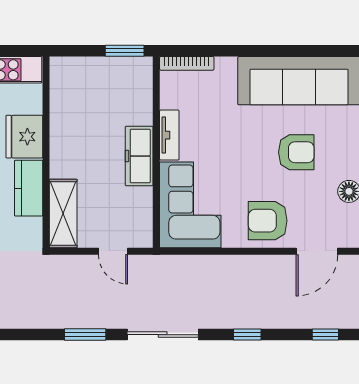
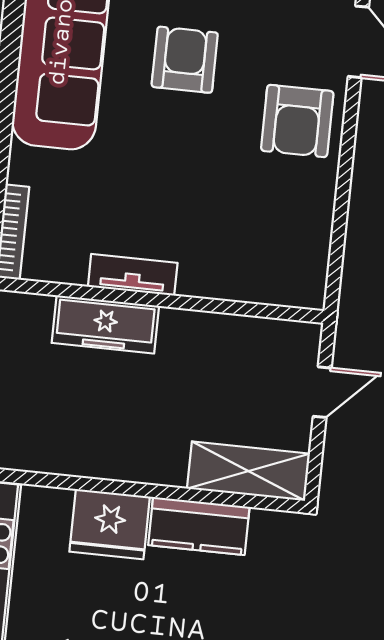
freezer: (139, 156) -> (105, 324), moved
corner sofa: (190, 205) -> (256, 251), removed

